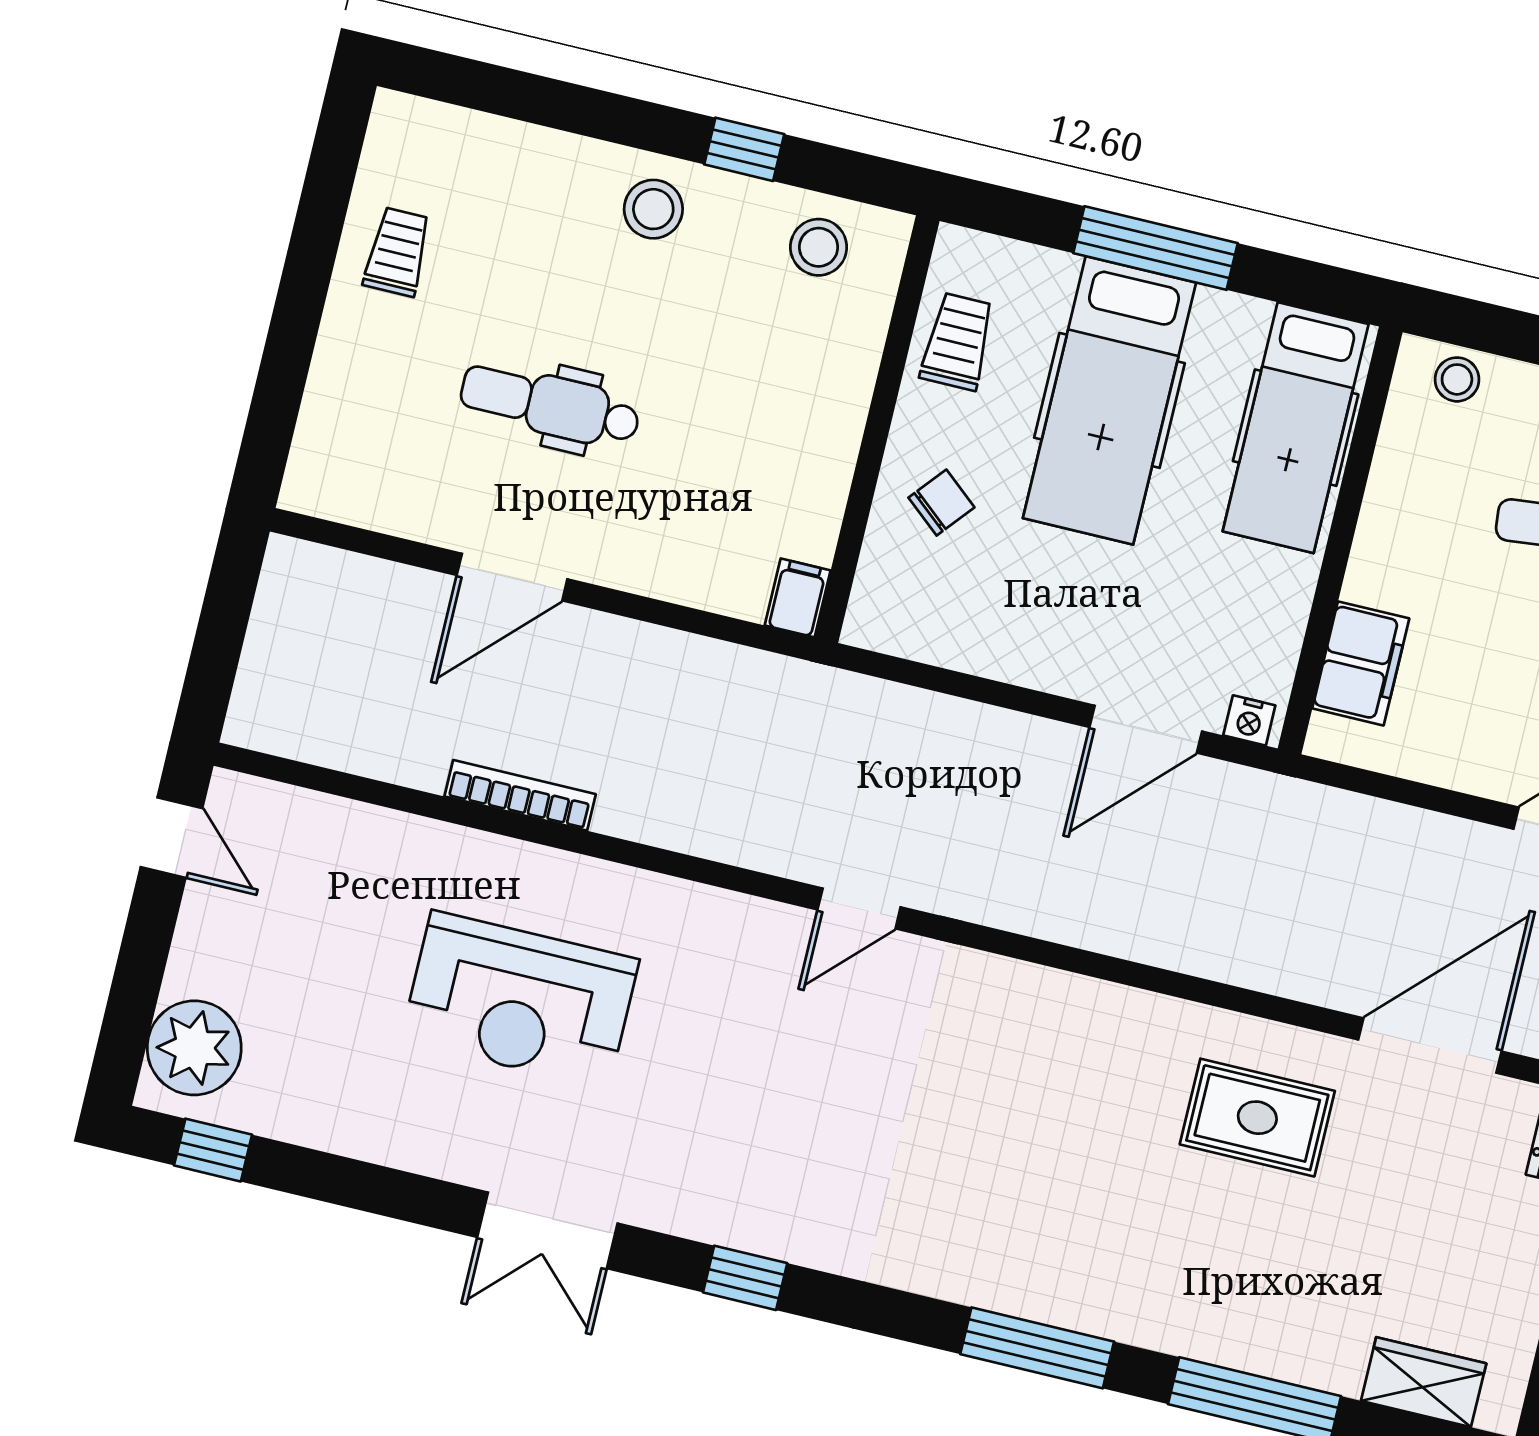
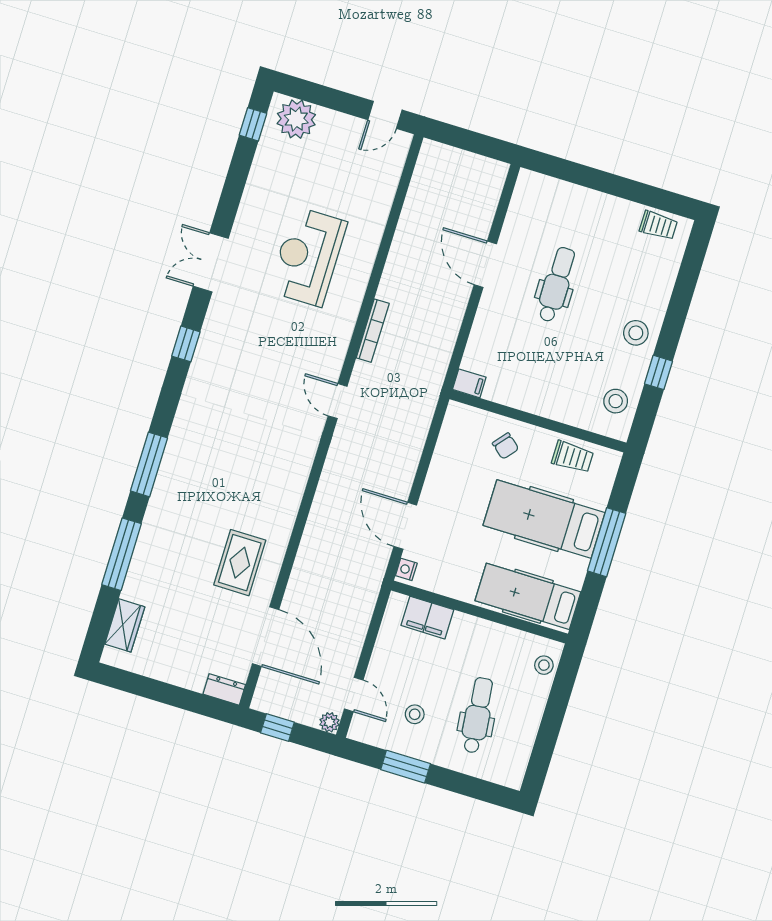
trolley: (397, 252) -> (658, 225), moved
bookcase: (520, 795) -> (373, 331), moved

